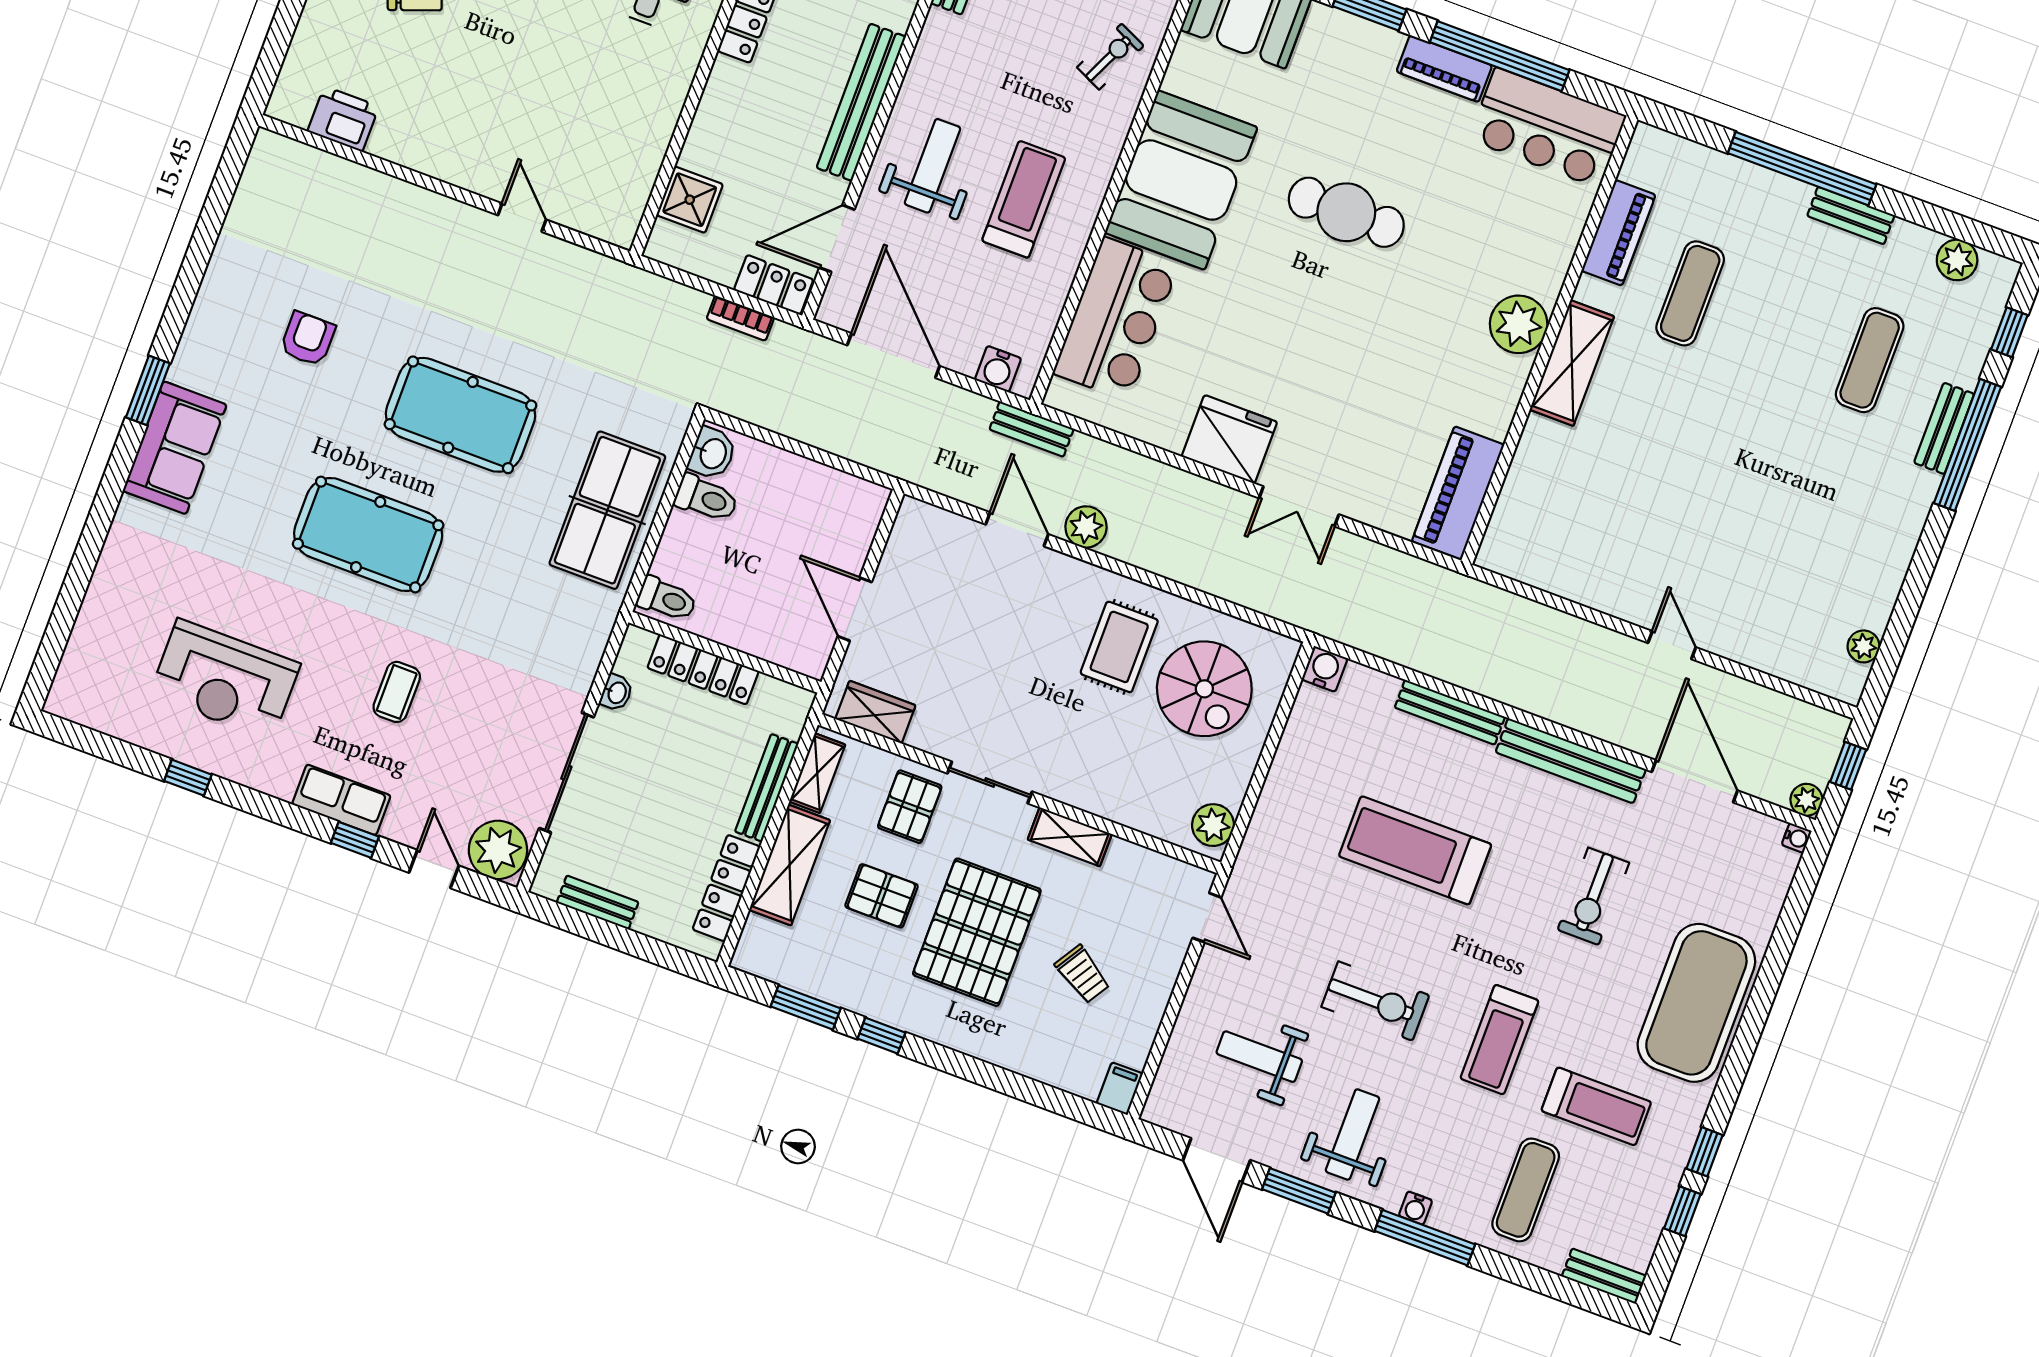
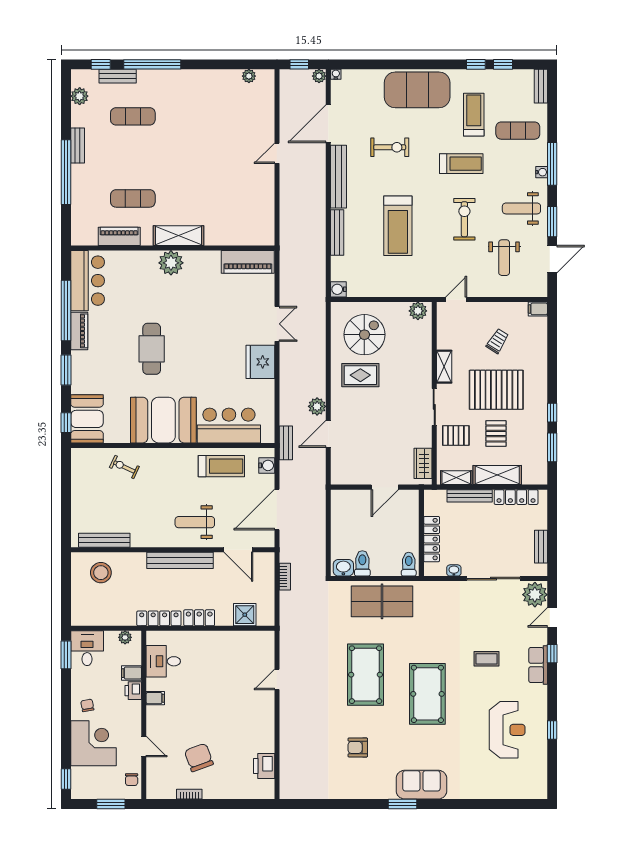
treadmill: (1024, 199) -> (221, 466), moved, turned 180
locker: (774, 285) -> (199, 618), moved, turned 90
bench: (1944, 428) -> (118, 76), moved

